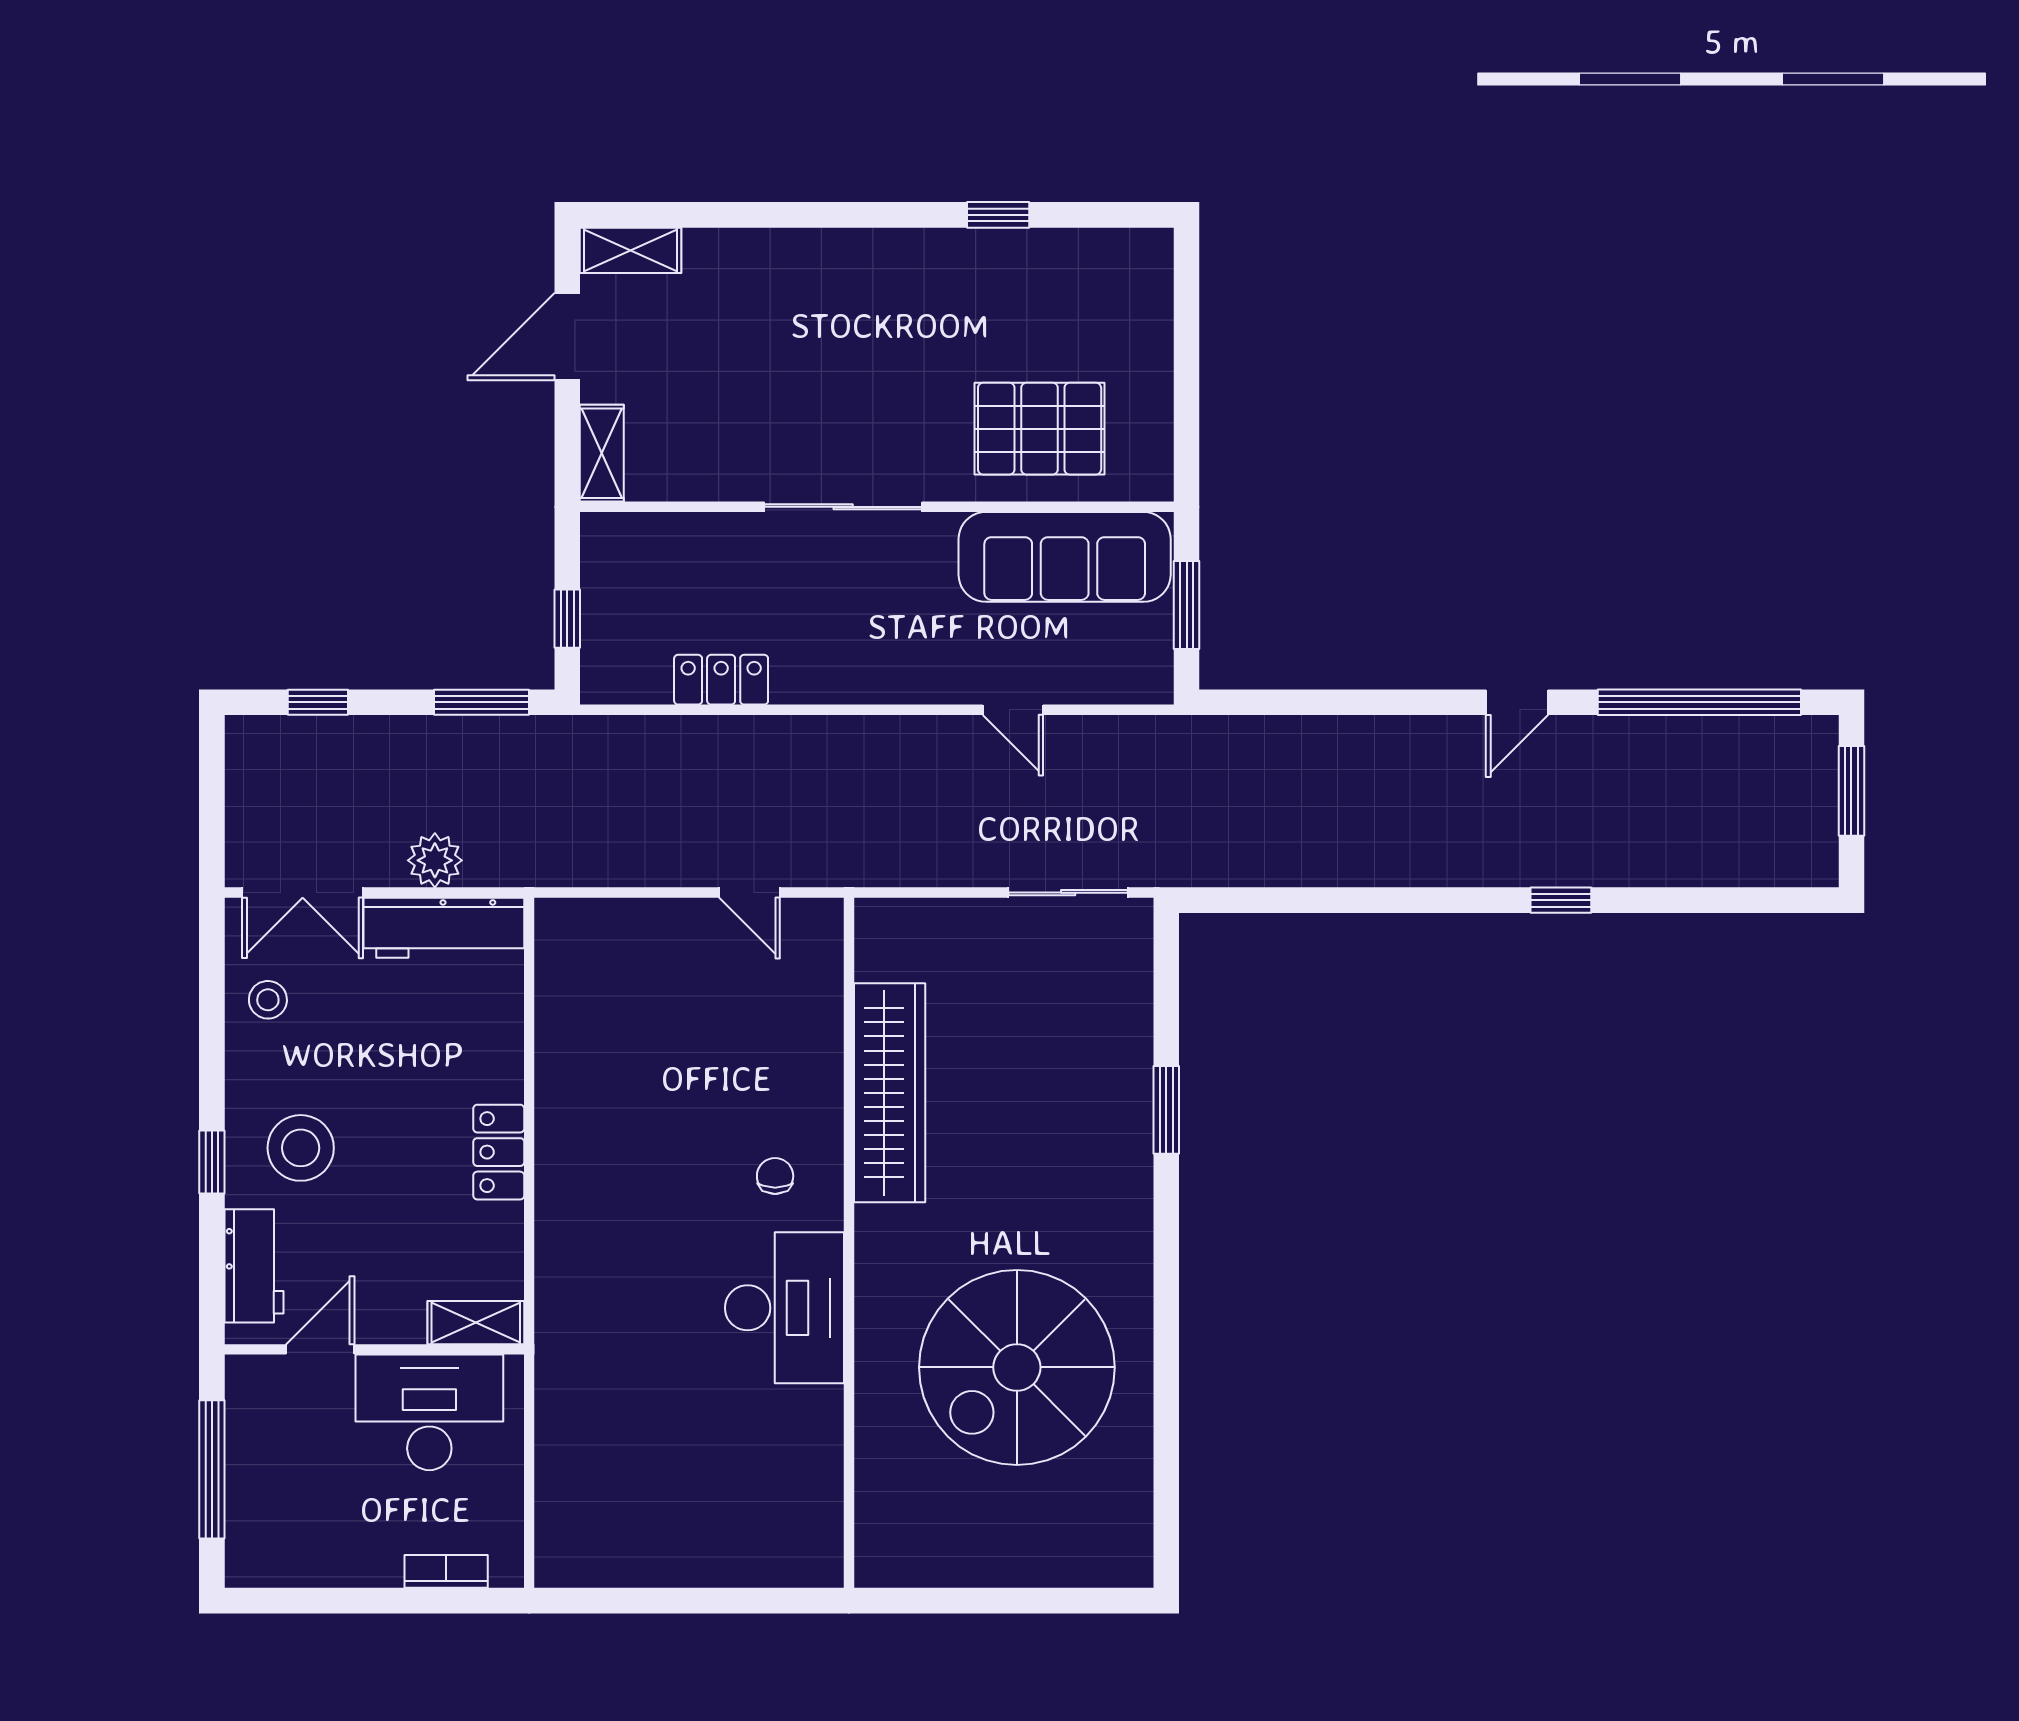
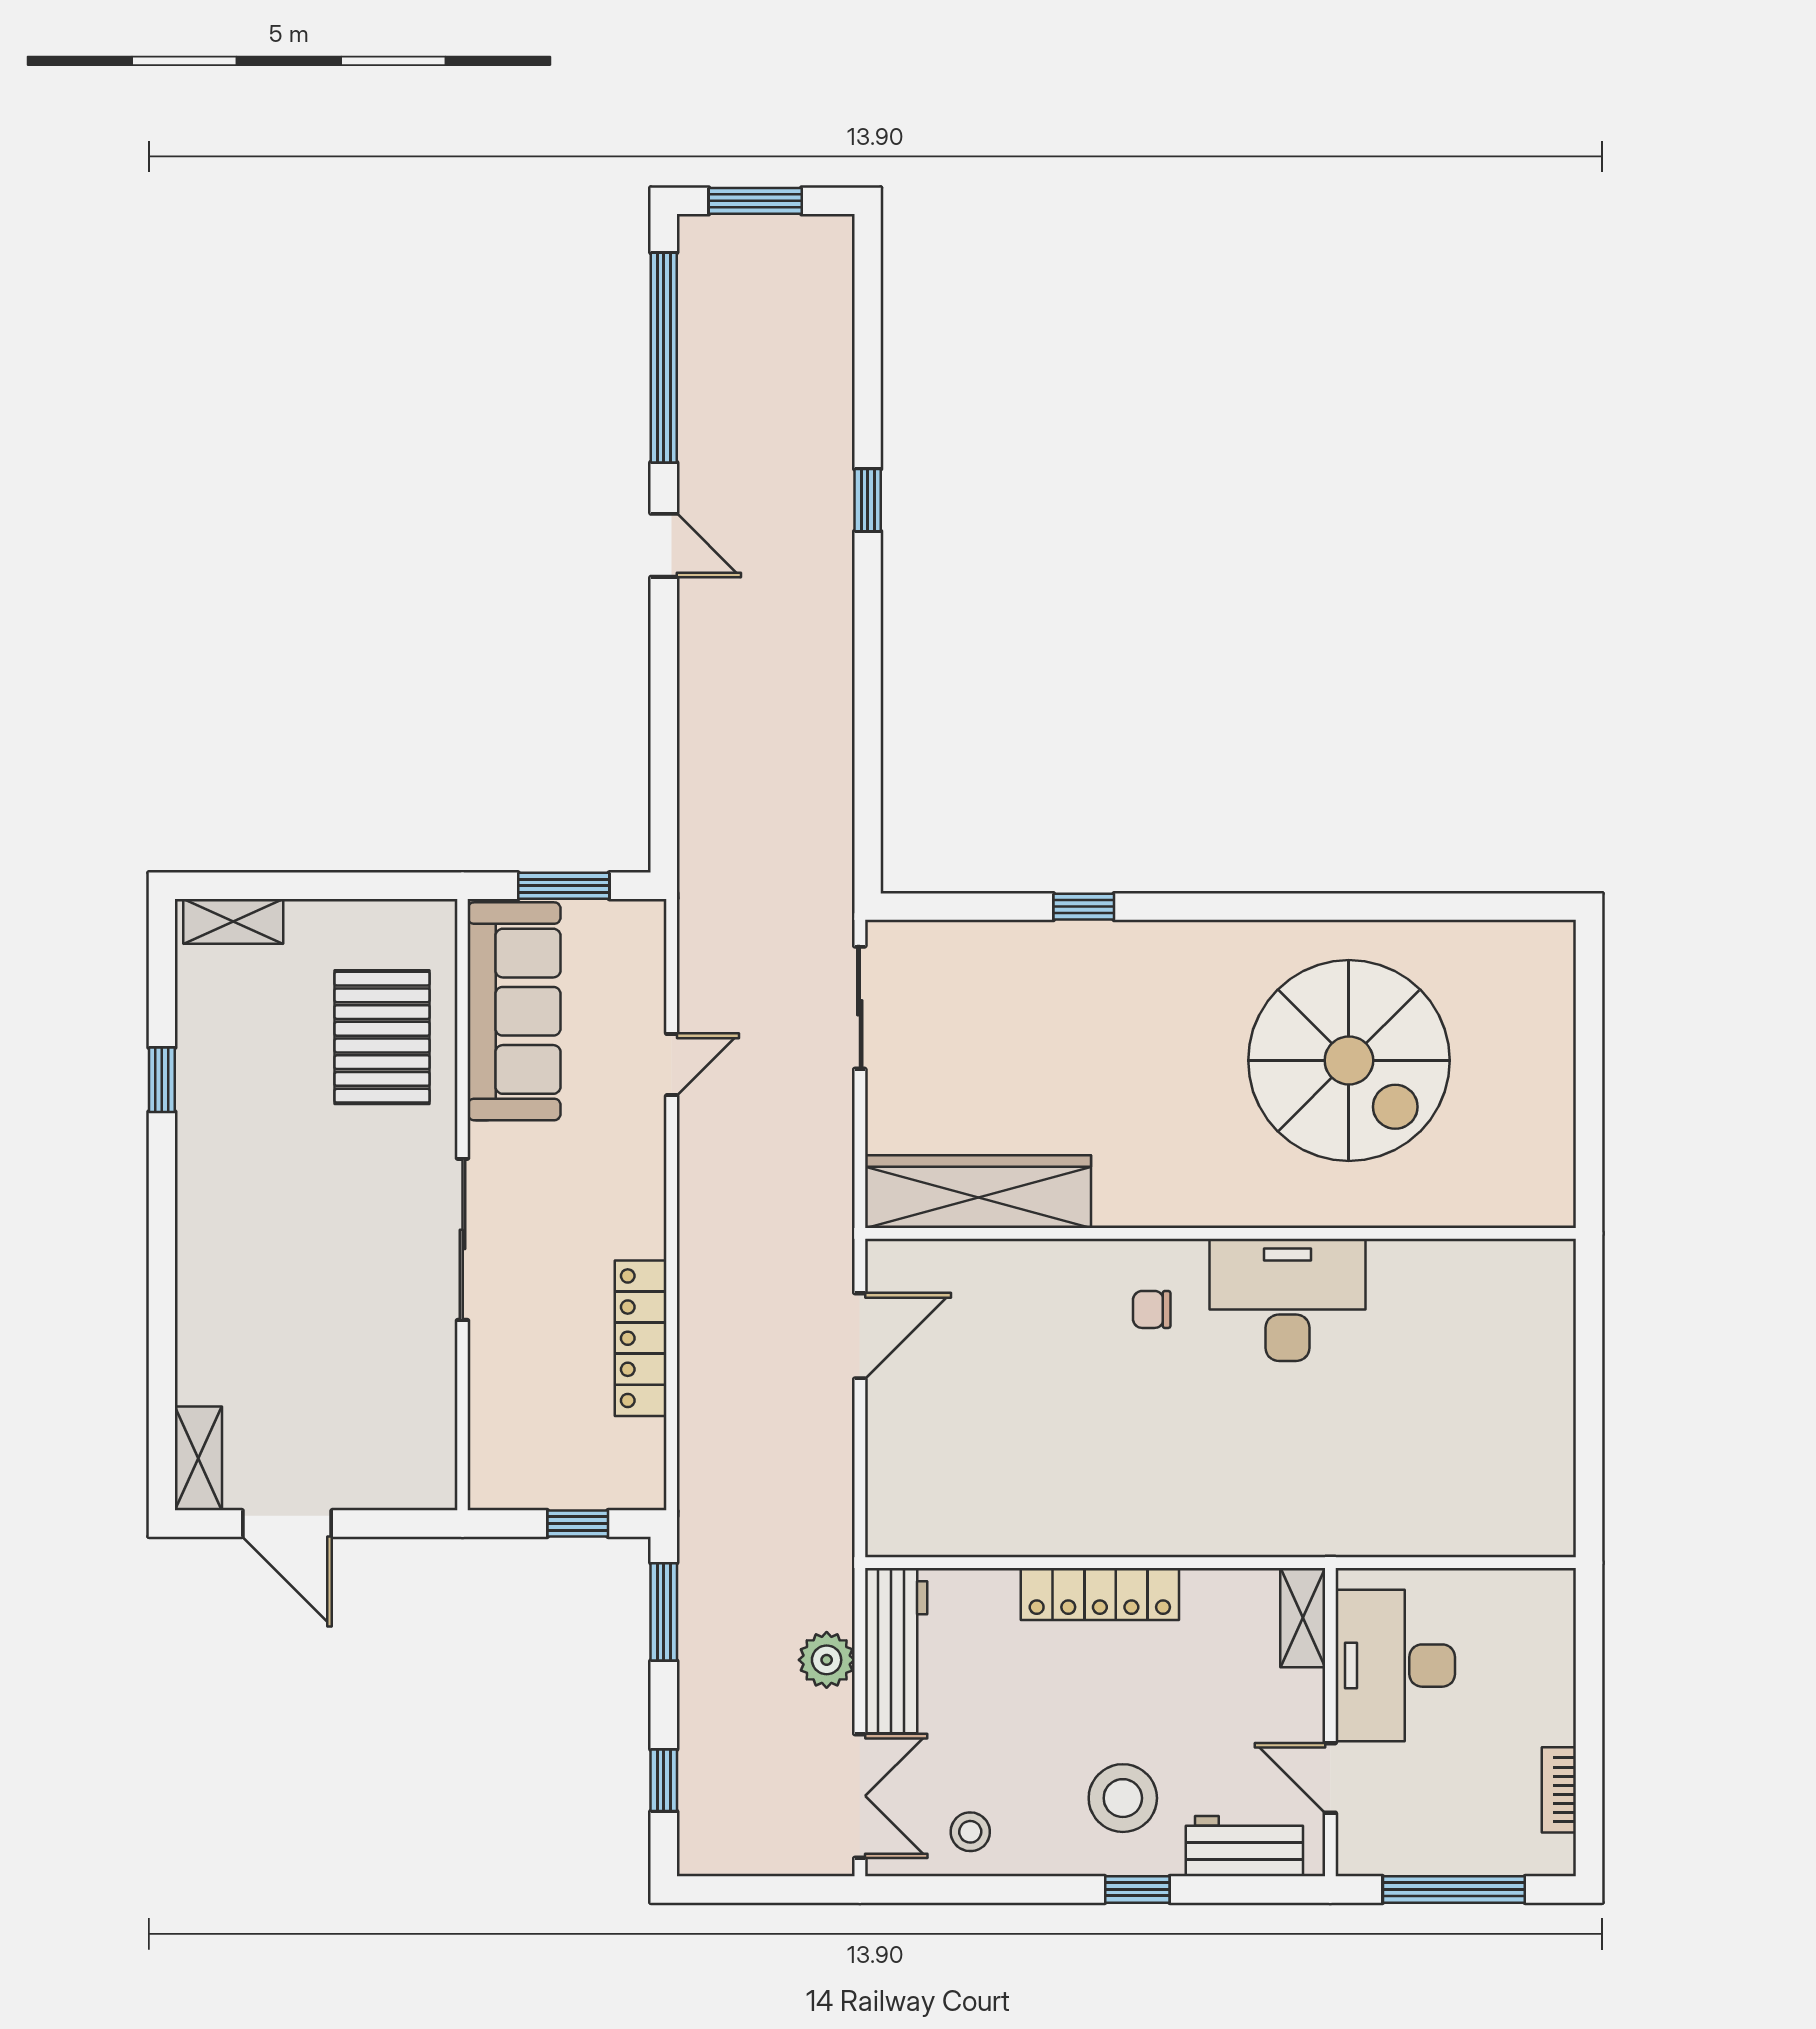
shelving: (602, 453) -> (233, 921), moved
locker: (721, 680) -> (641, 1338), width x1.53
door: (749, 893) -> (860, 1336), width x1.38
wardrobe: (890, 1093) -> (978, 1192), moved
window: (1166, 1110) -> (1084, 907), width x0.67
locker: (499, 1152) -> (1100, 1594), width x1.53
bookcase: (446, 1571) -> (1559, 1790), moved

